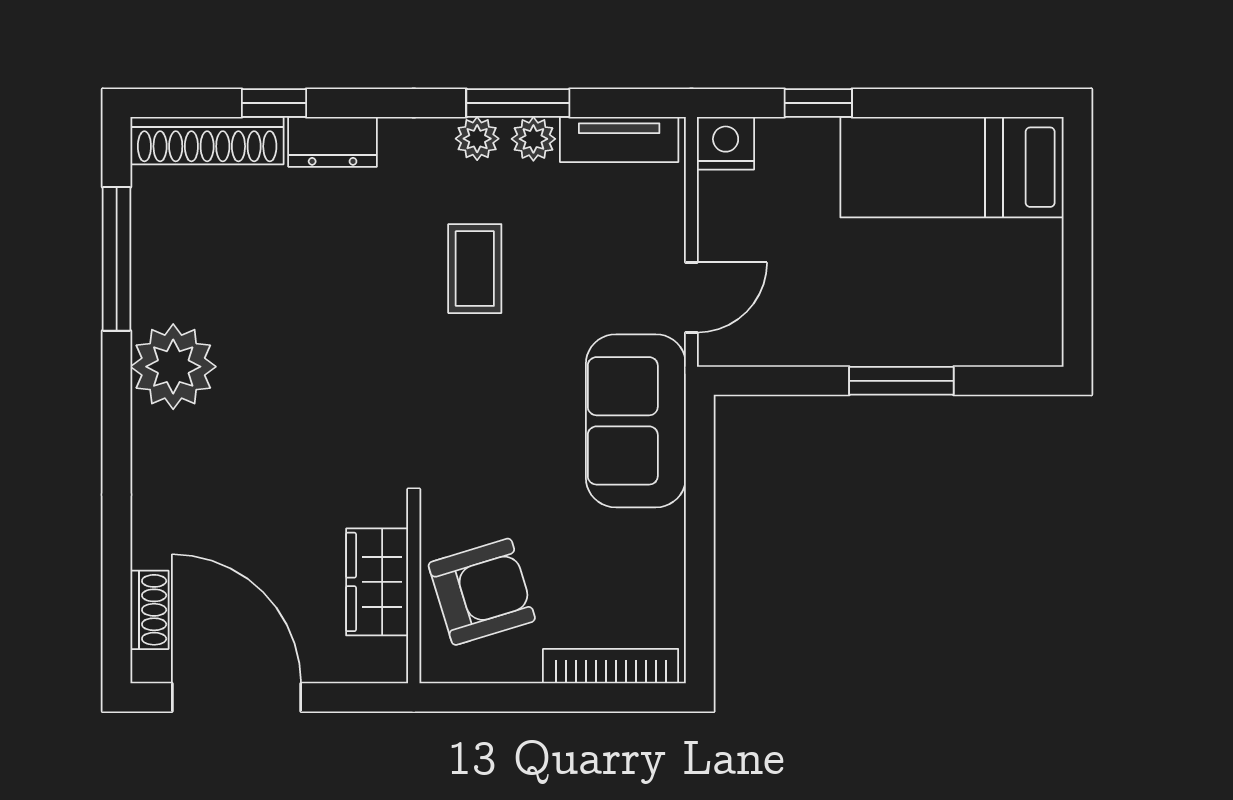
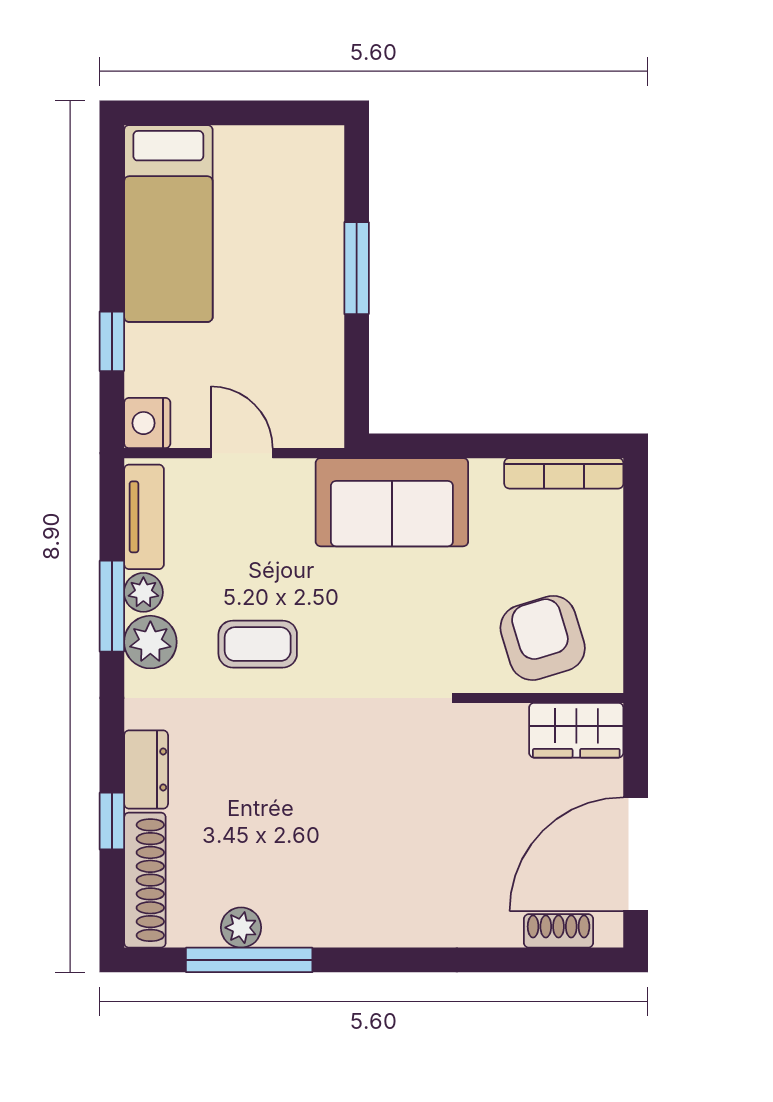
plant: (477, 139) -> (150, 642), width x1.38, depth x1.38
door: (691, 297) -> (242, 453), moved
plant: (173, 367) -> (241, 928), moved, width x0.53, depth x0.53
wardrobe: (377, 582) -> (576, 730), moved
bookcase: (611, 666) -> (564, 473), moved, turned -90

